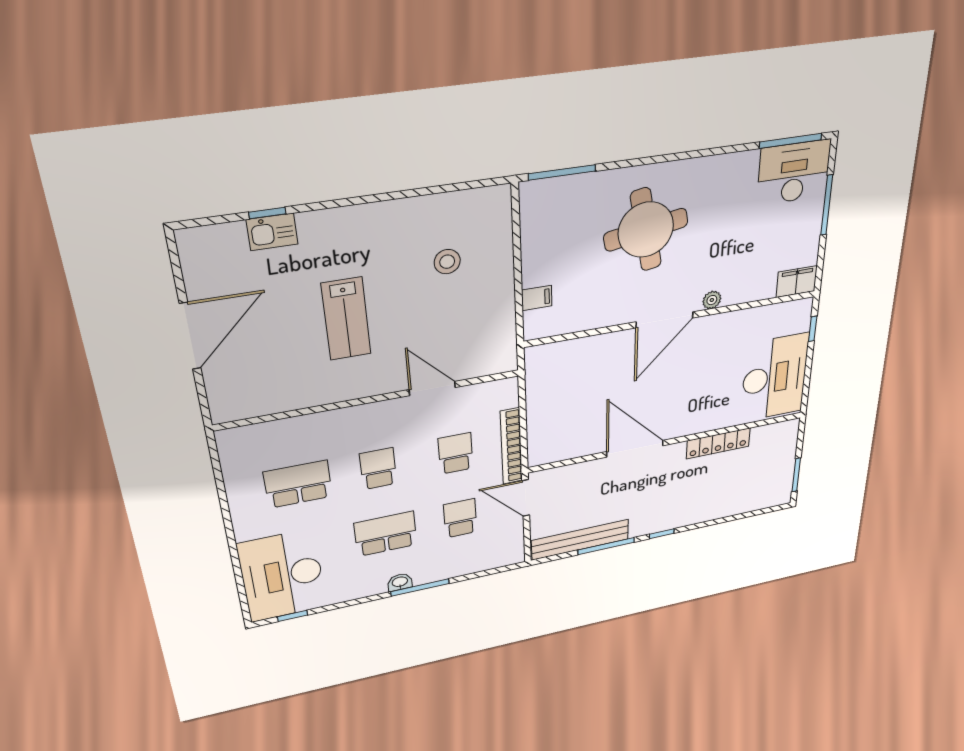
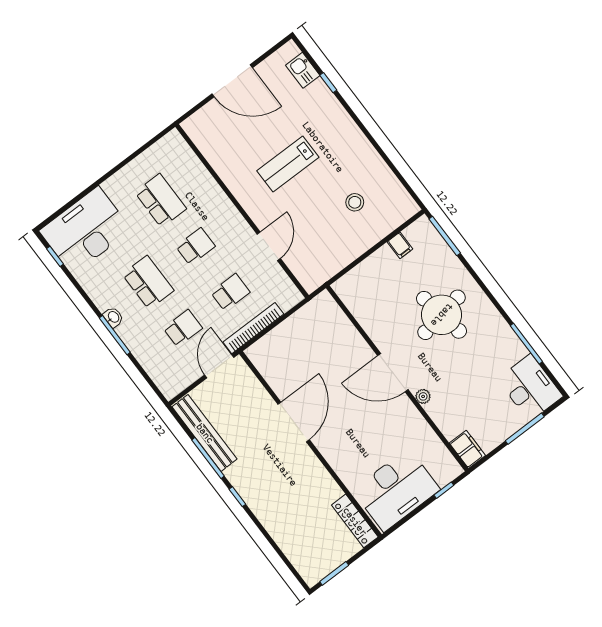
window: (791, 141) -> (526, 344), moved
kitchen sink: (272, 232) -> (303, 70), moved
filing cabinet: (537, 298) -> (400, 245), moved
locker: (718, 443) -> (355, 521), moved

